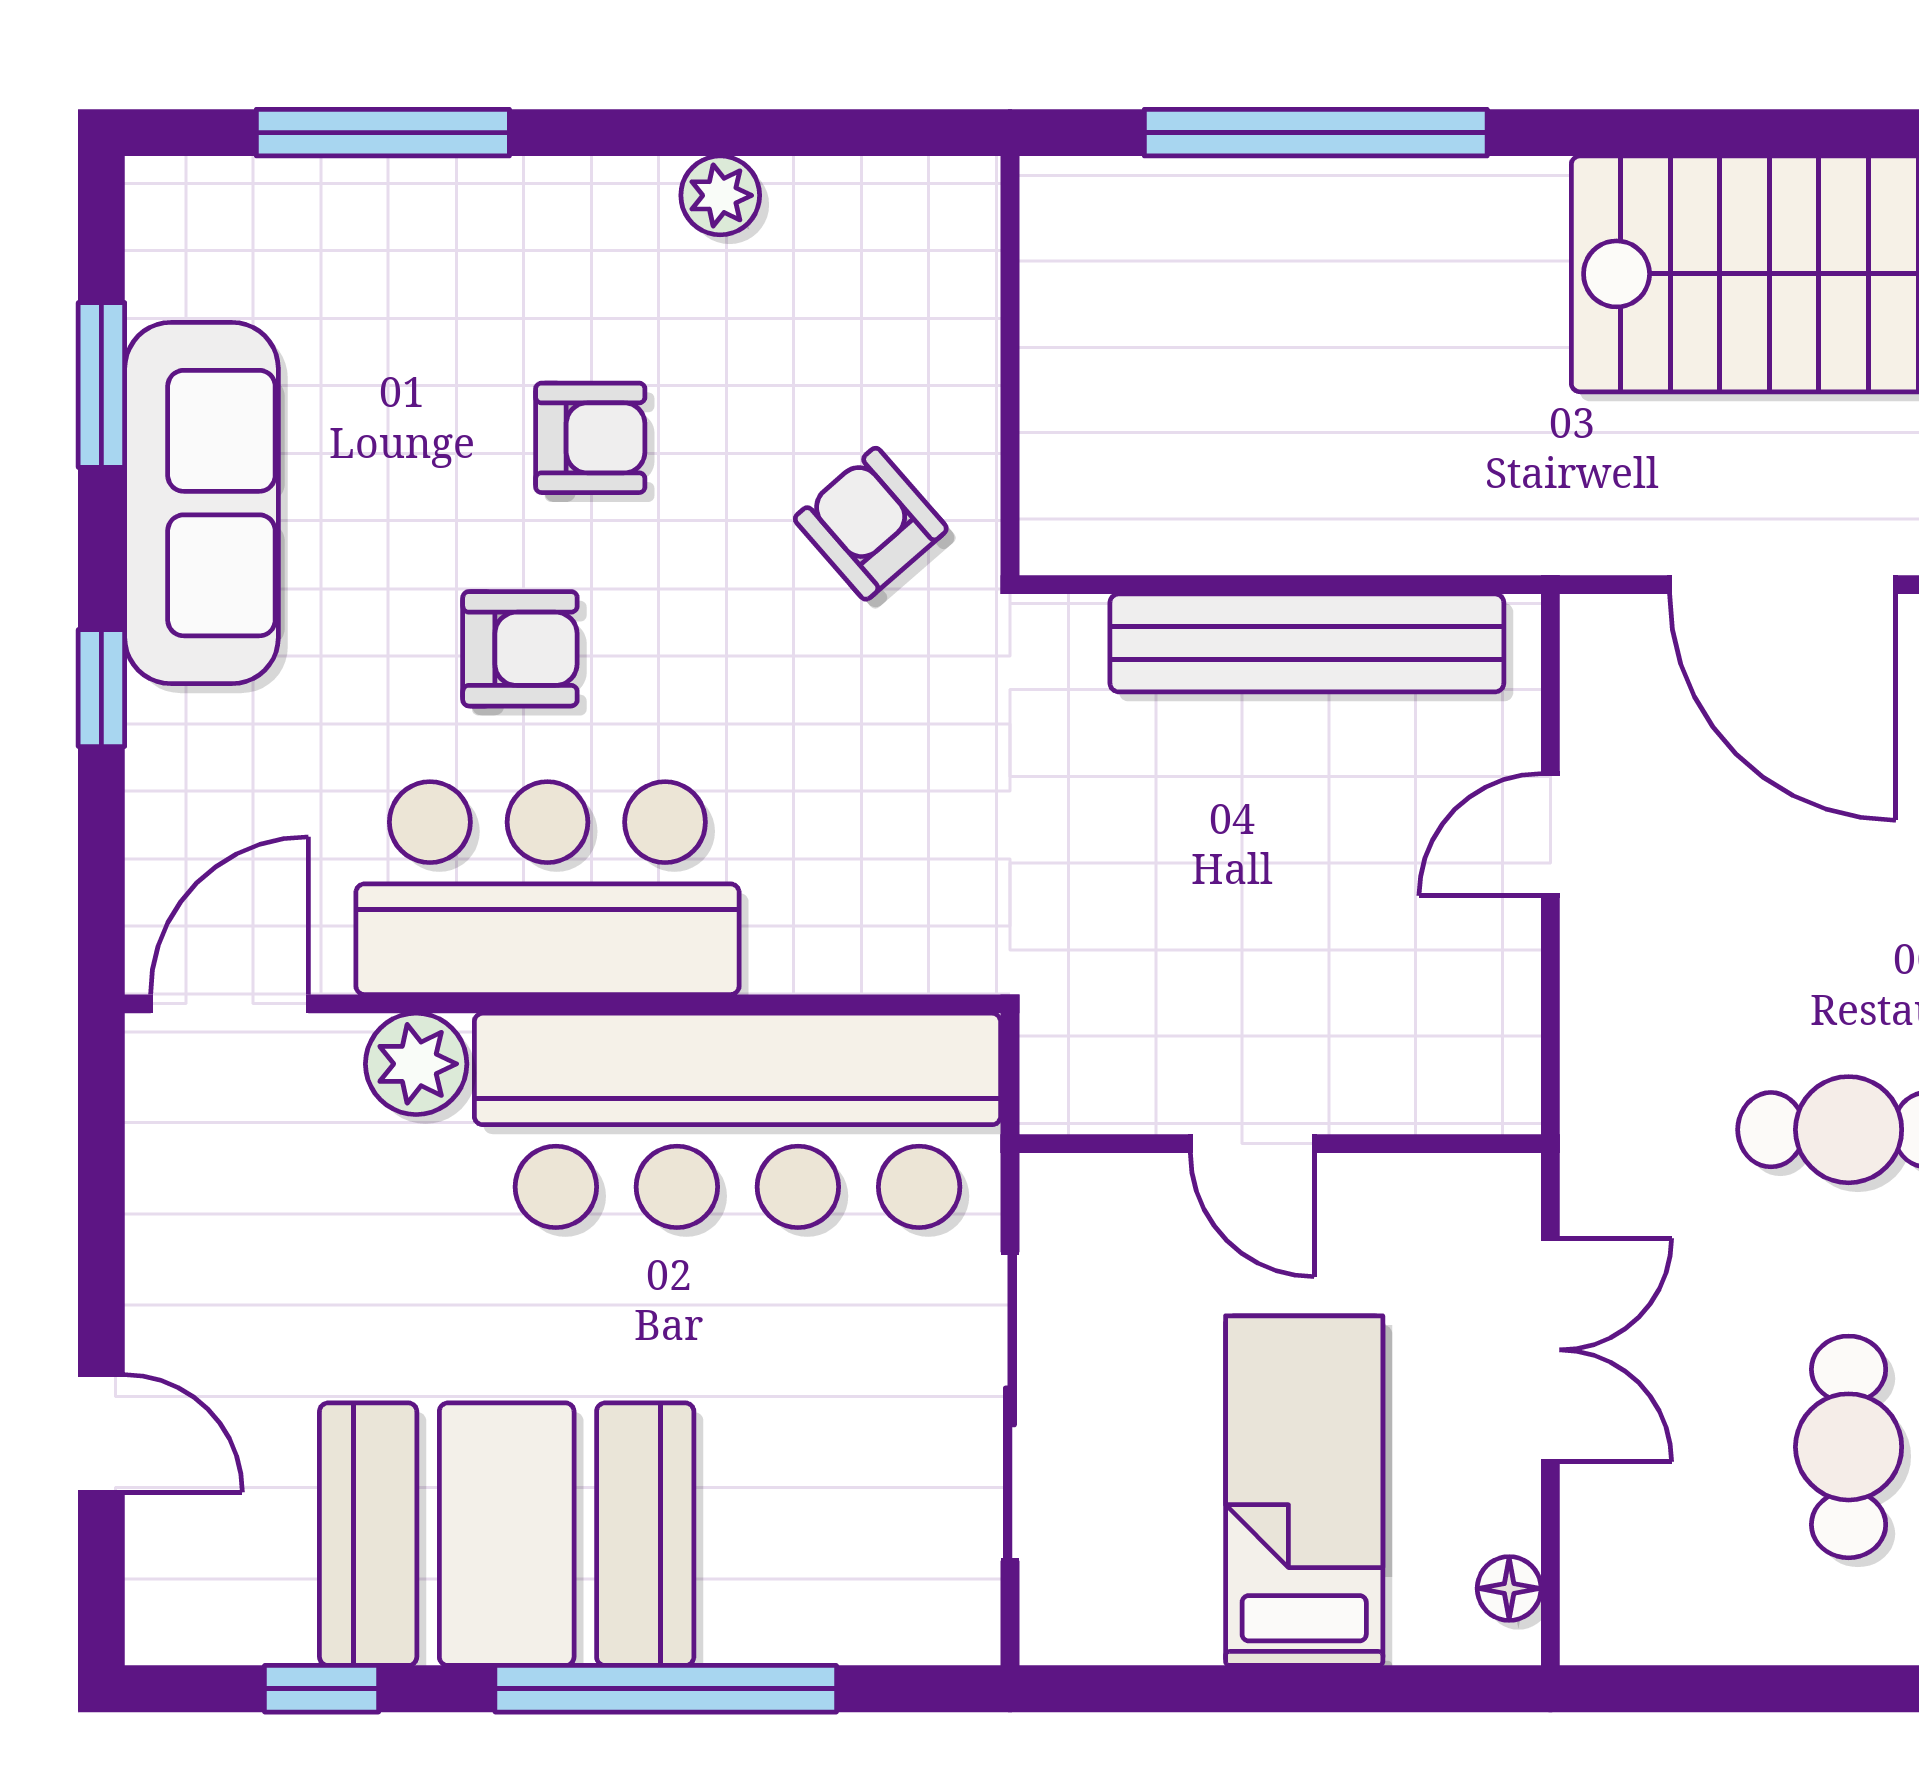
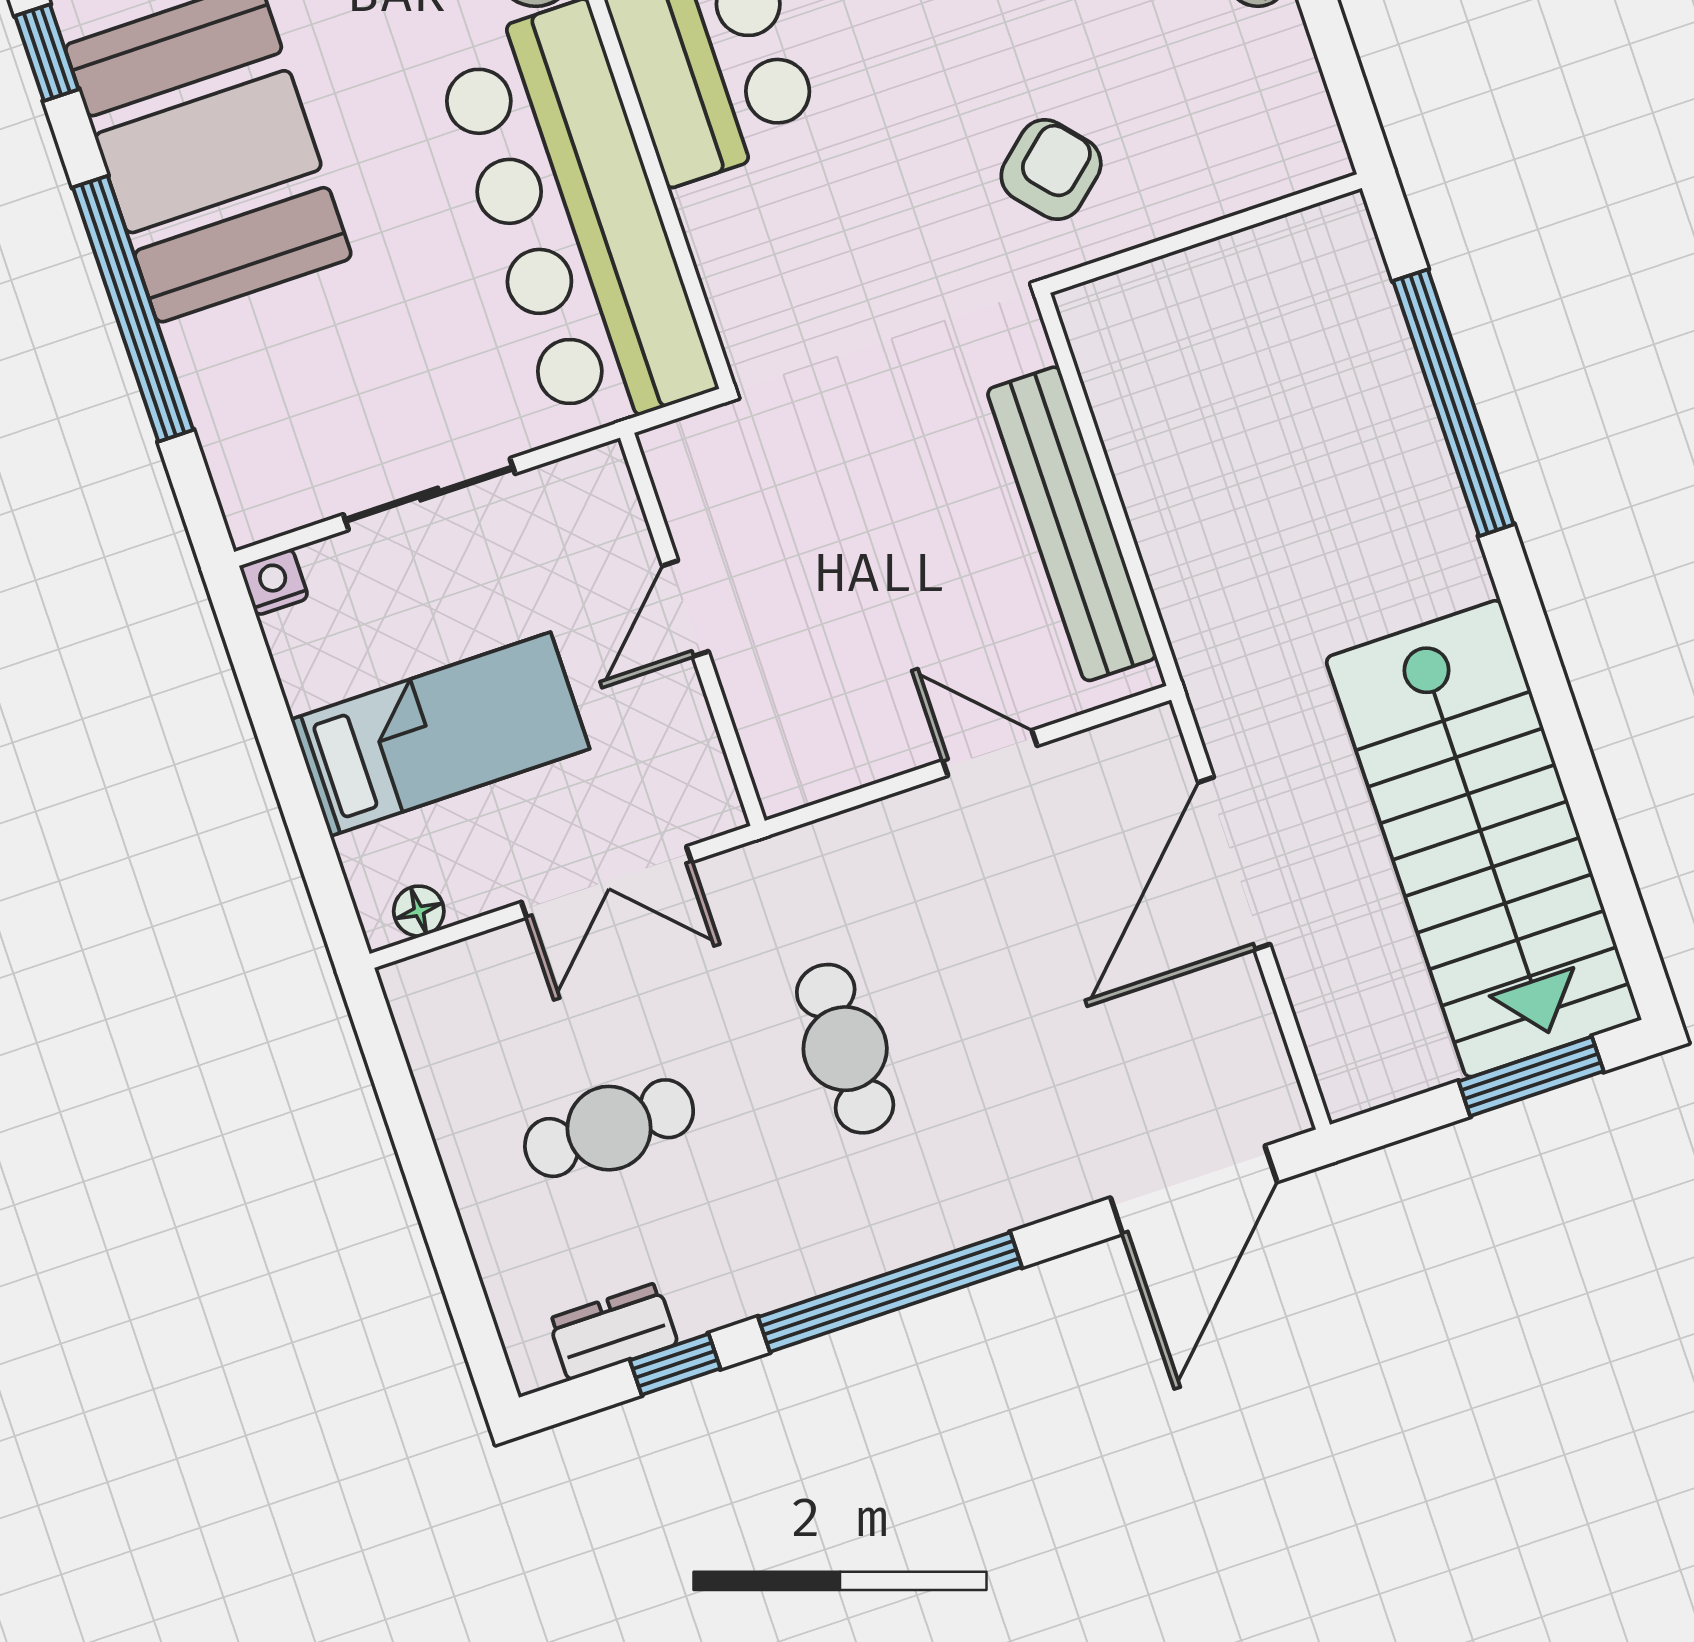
sliding door: (1010, 1406) -> (429, 494), width x0.73
nightstand: (1053, 1630) -> (274, 582), added

